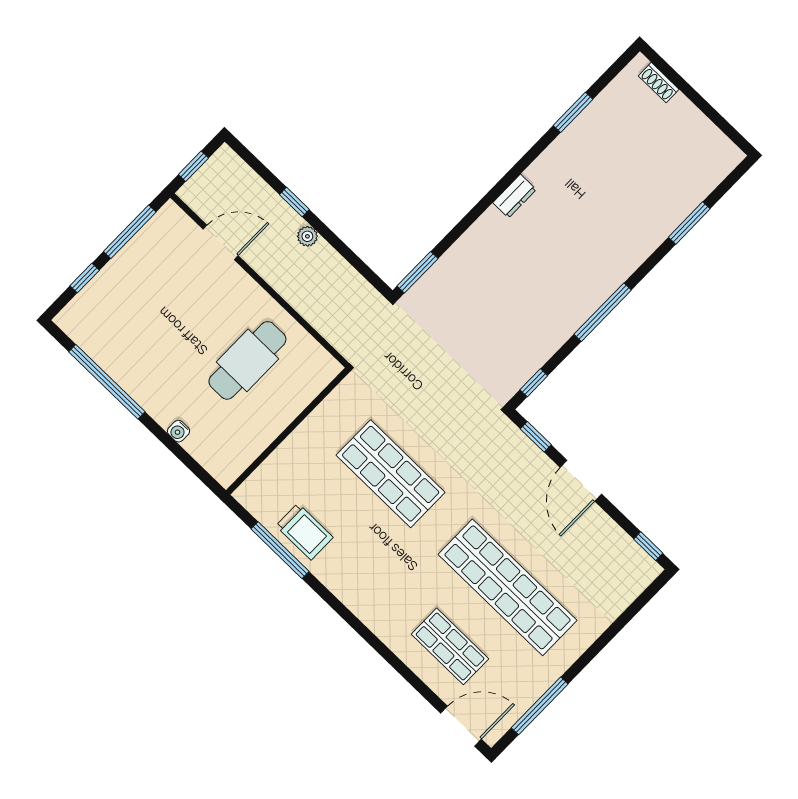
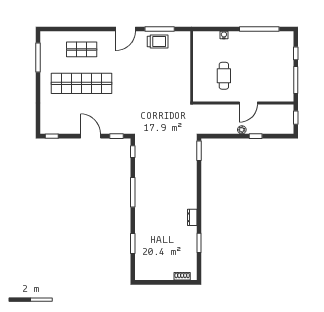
dresser: (514, 196) -> (192, 217), moved
door: (221, 242) -> (248, 103), moved
cafe table: (247, 360) -> (224, 76), width x0.73, depth x0.74
shop shelf: (391, 474) -> (149, 83), removed
trolley: (304, 532) -> (158, 42), turned 180
door: (461, 726) -> (126, 29), moved

